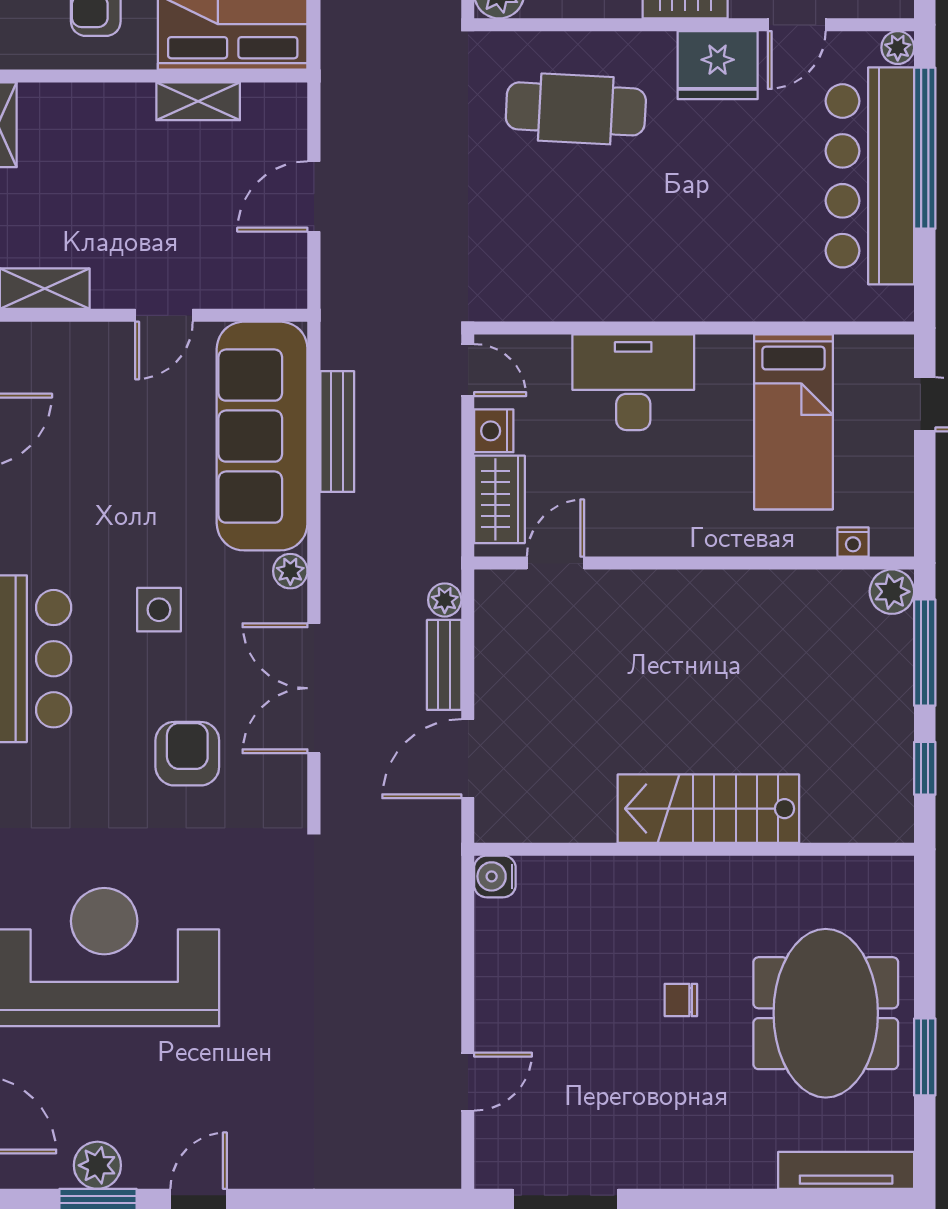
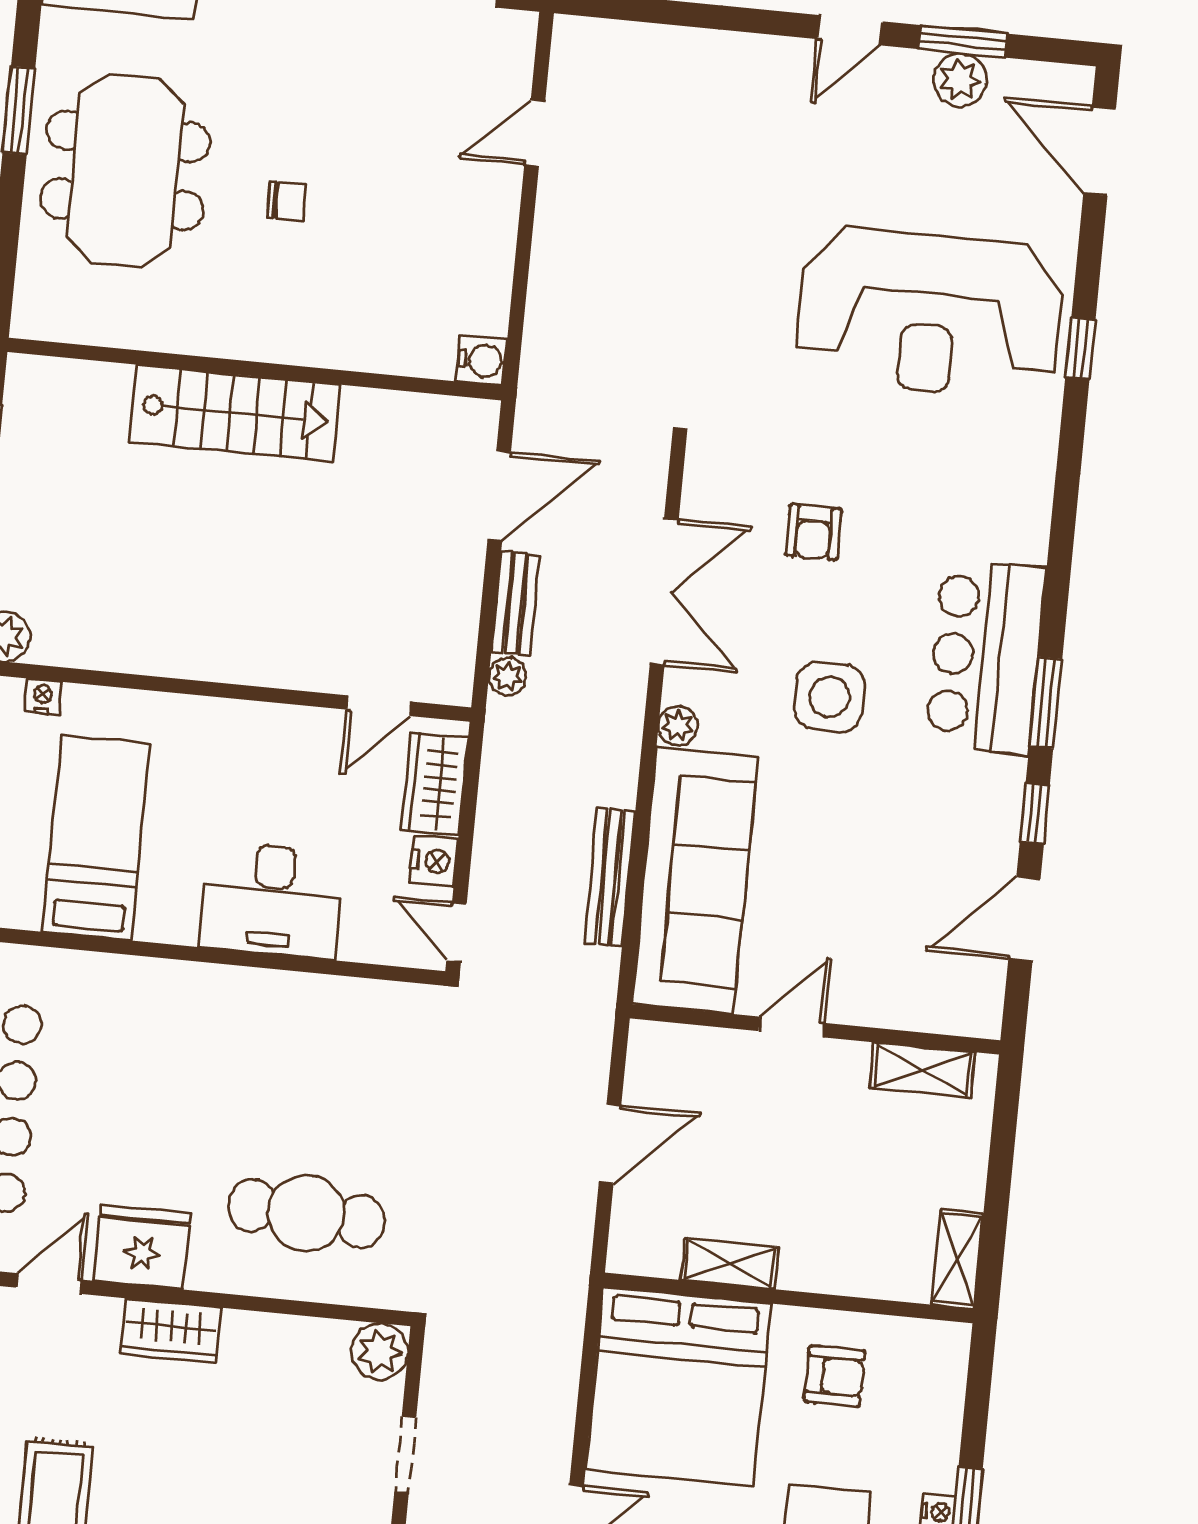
side table: (159, 610) -> (830, 697), width x1.37, depth x1.37
armchair: (187, 754) -> (814, 532), width x0.72, depth x0.72

